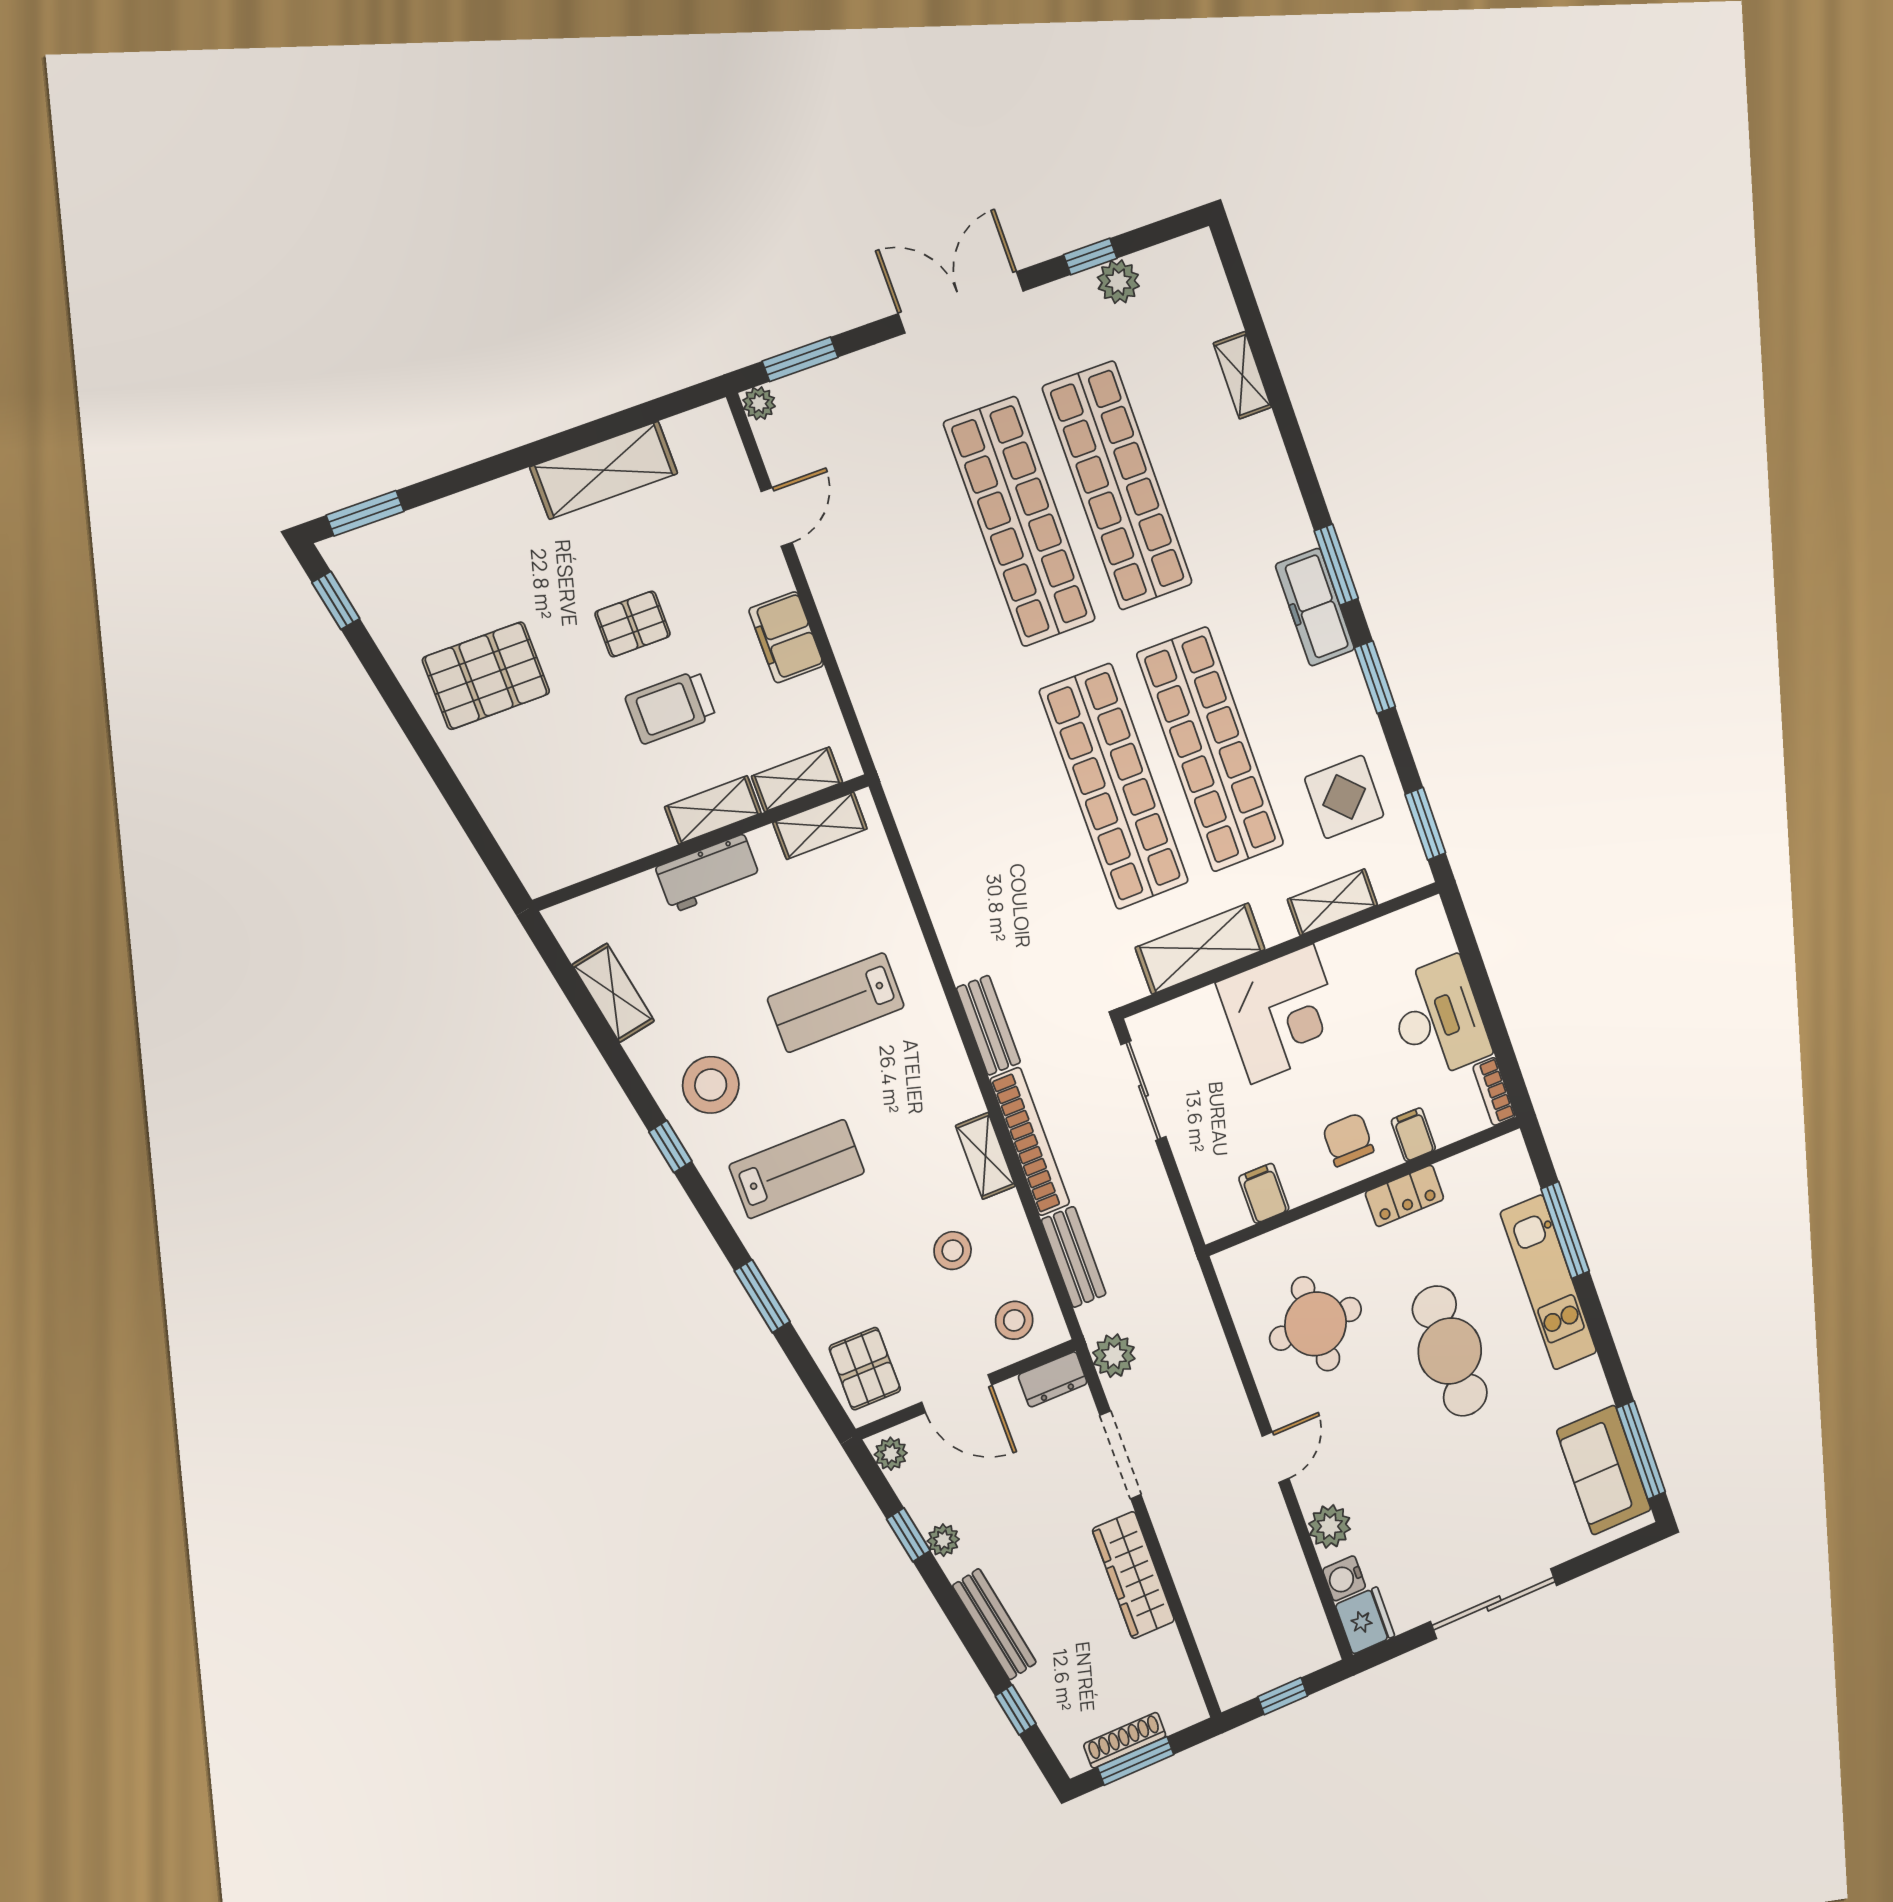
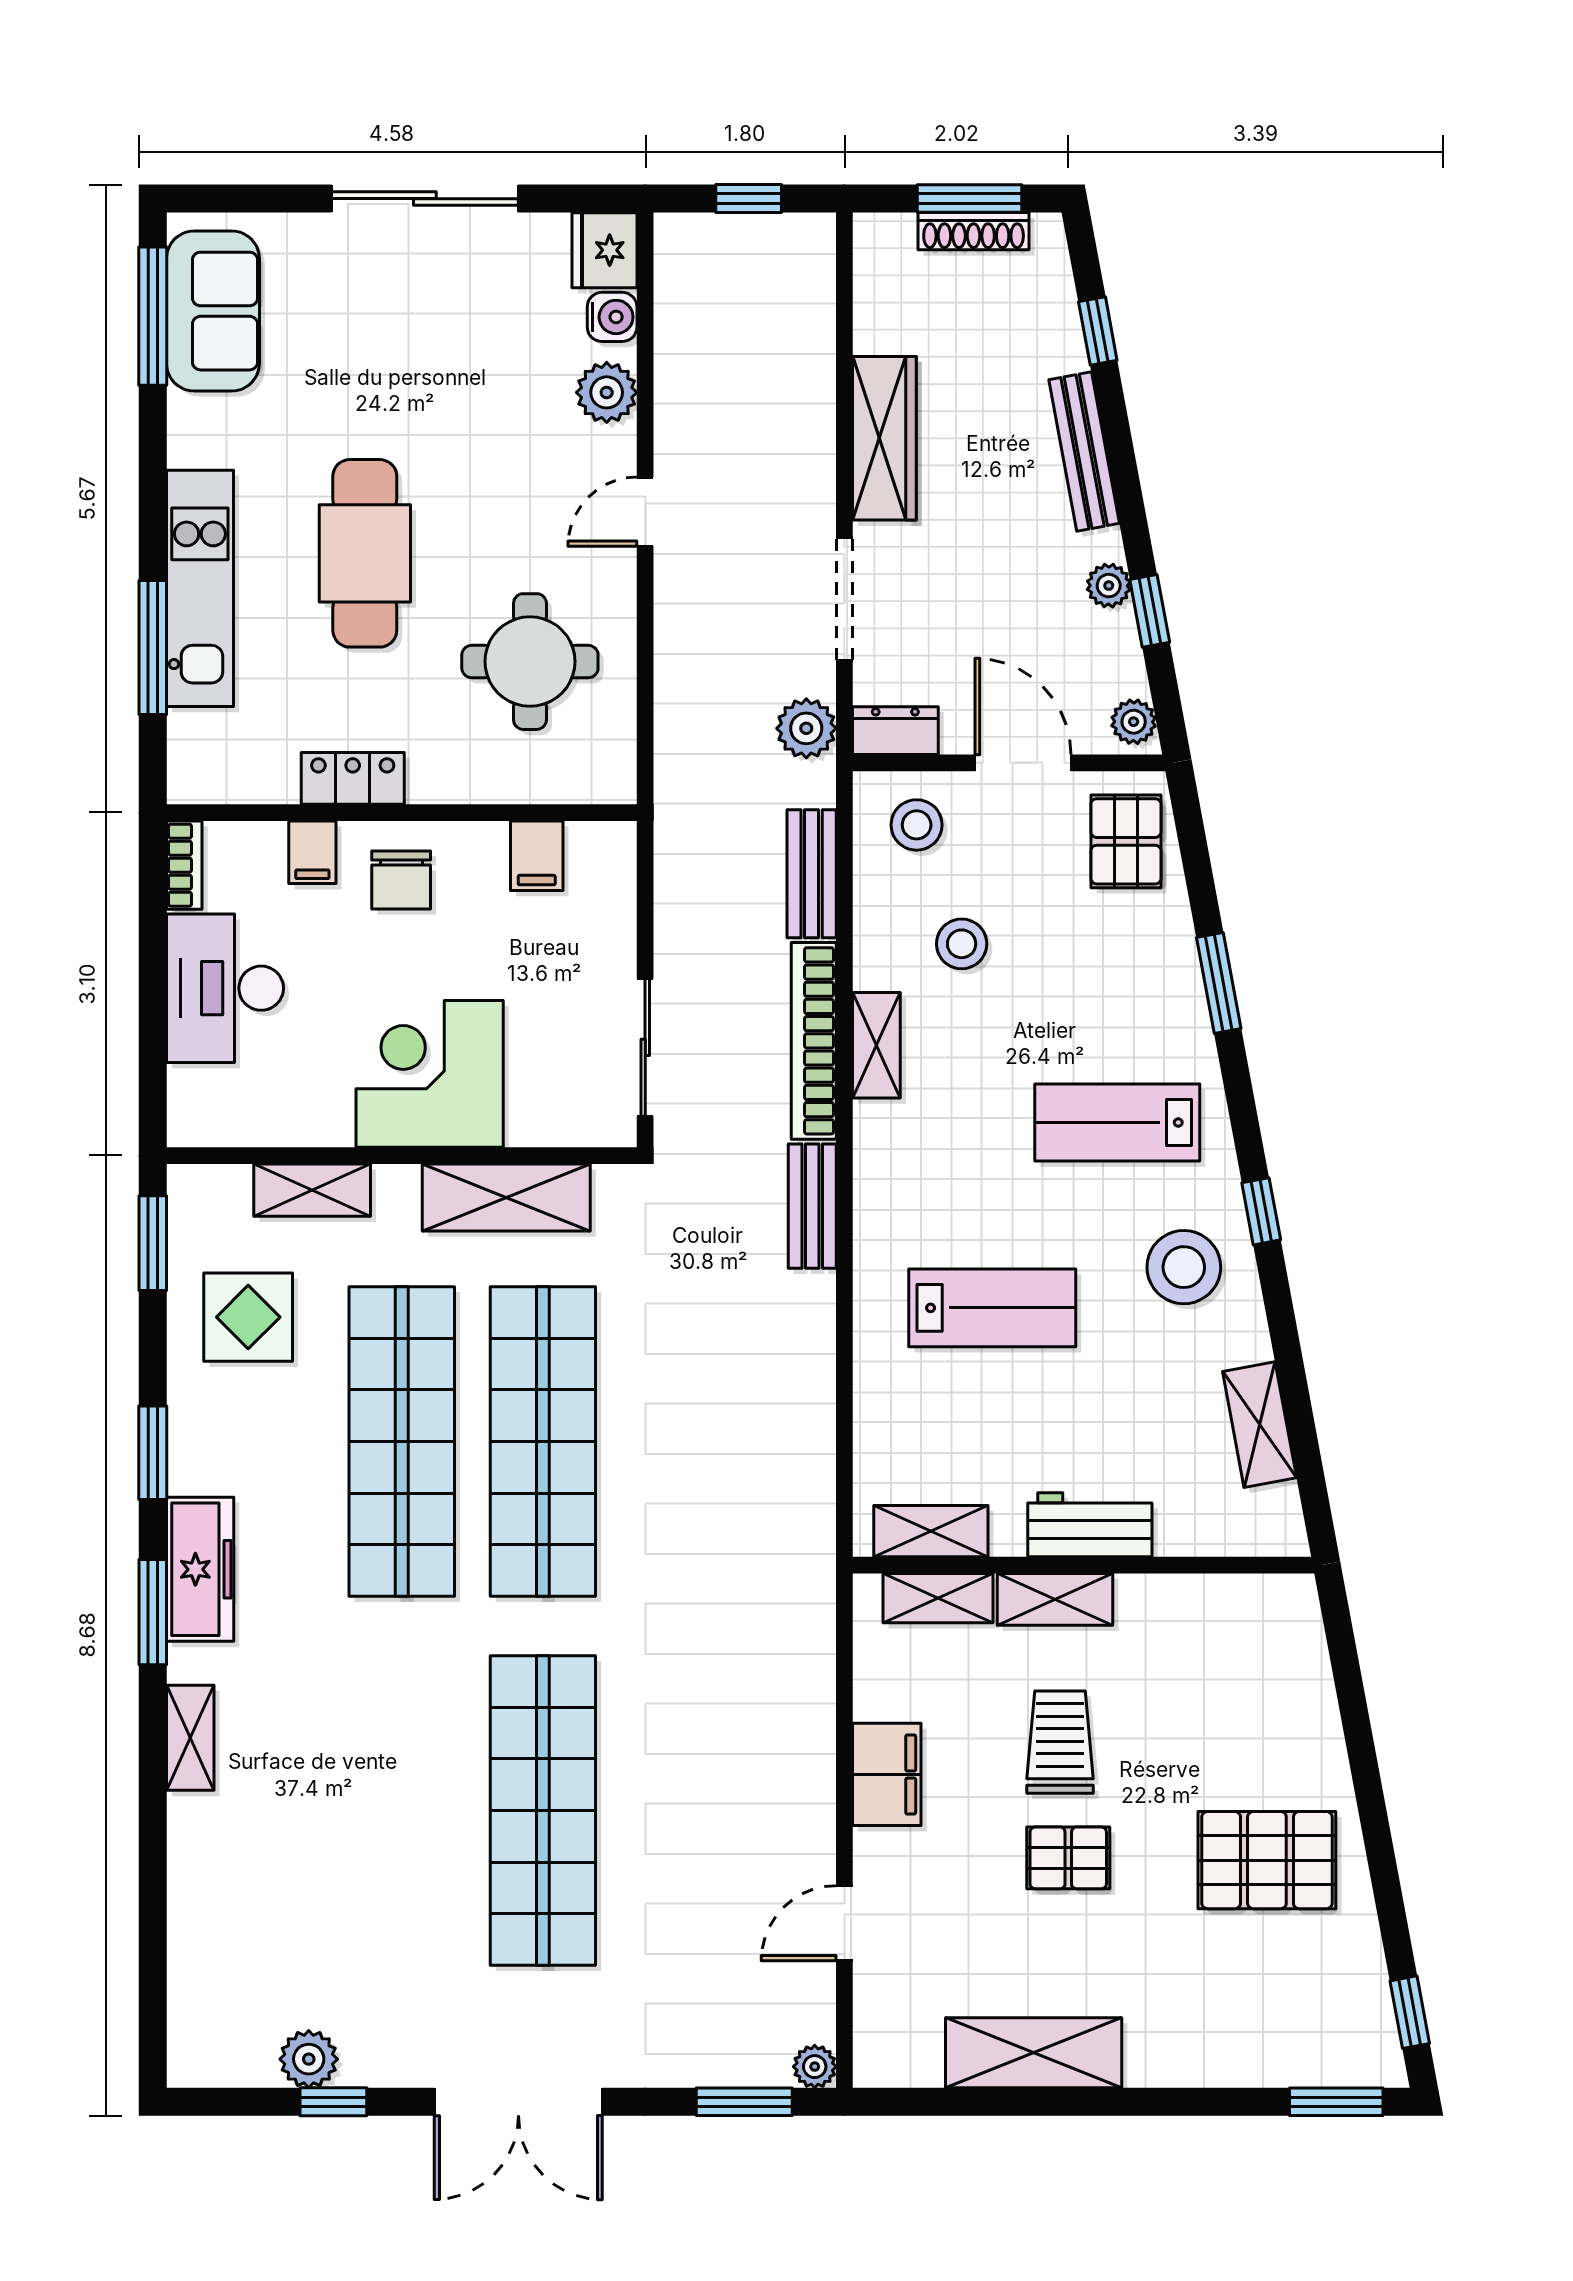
shelving: (1242, 375) -> (190, 1738), moved
shop shelf: (1117, 486) -> (402, 1811), removed
trolley: (671, 707) -> (1060, 1742), turned -90

